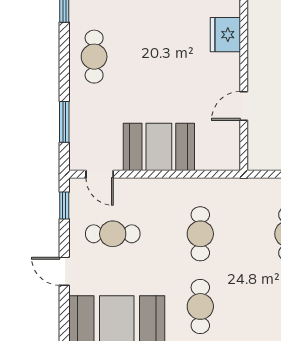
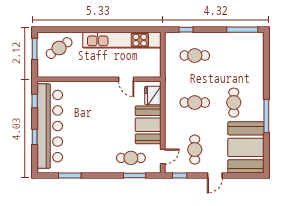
fridge: (225, 35) -> (153, 95), moved, turned 90
cafe table: (94, 57) -> (131, 158), moved
cafe table: (200, 306) -> (234, 103), turned 90

